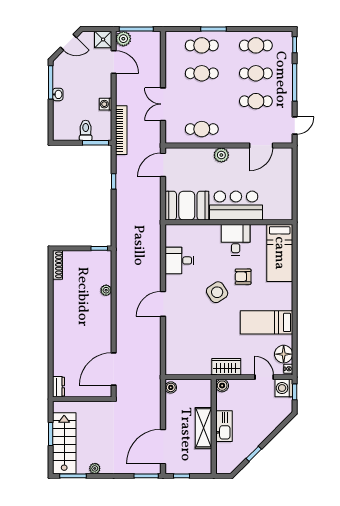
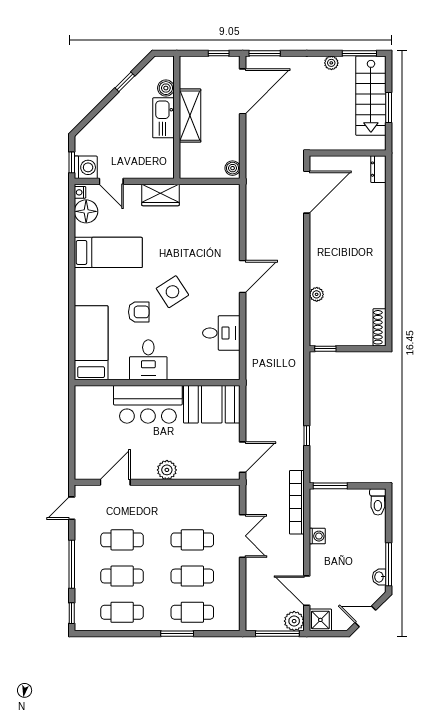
washbasin: (58, 94) -> (379, 577), moved
cafe table: (202, 129) -> (192, 540), moved
toilet: (86, 130) -> (378, 502), moved
boiler: (222, 386) -> (166, 88), moved

